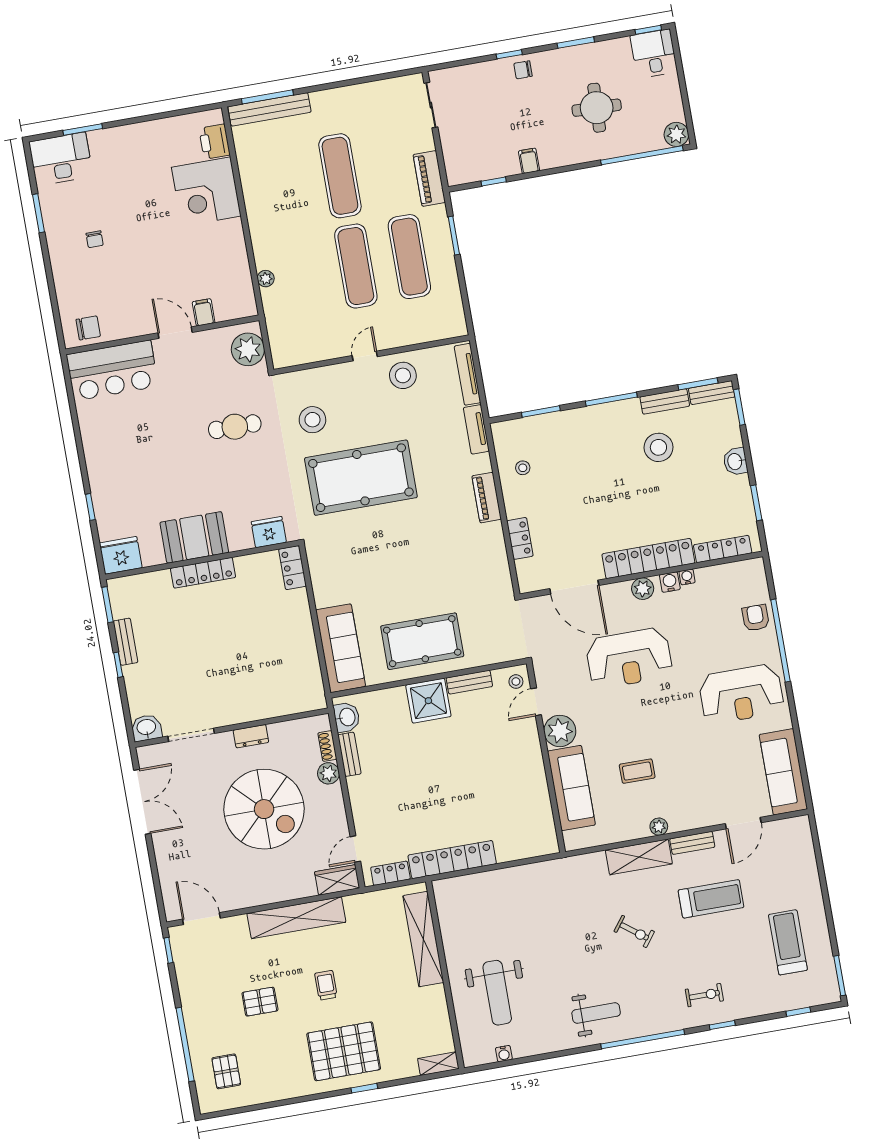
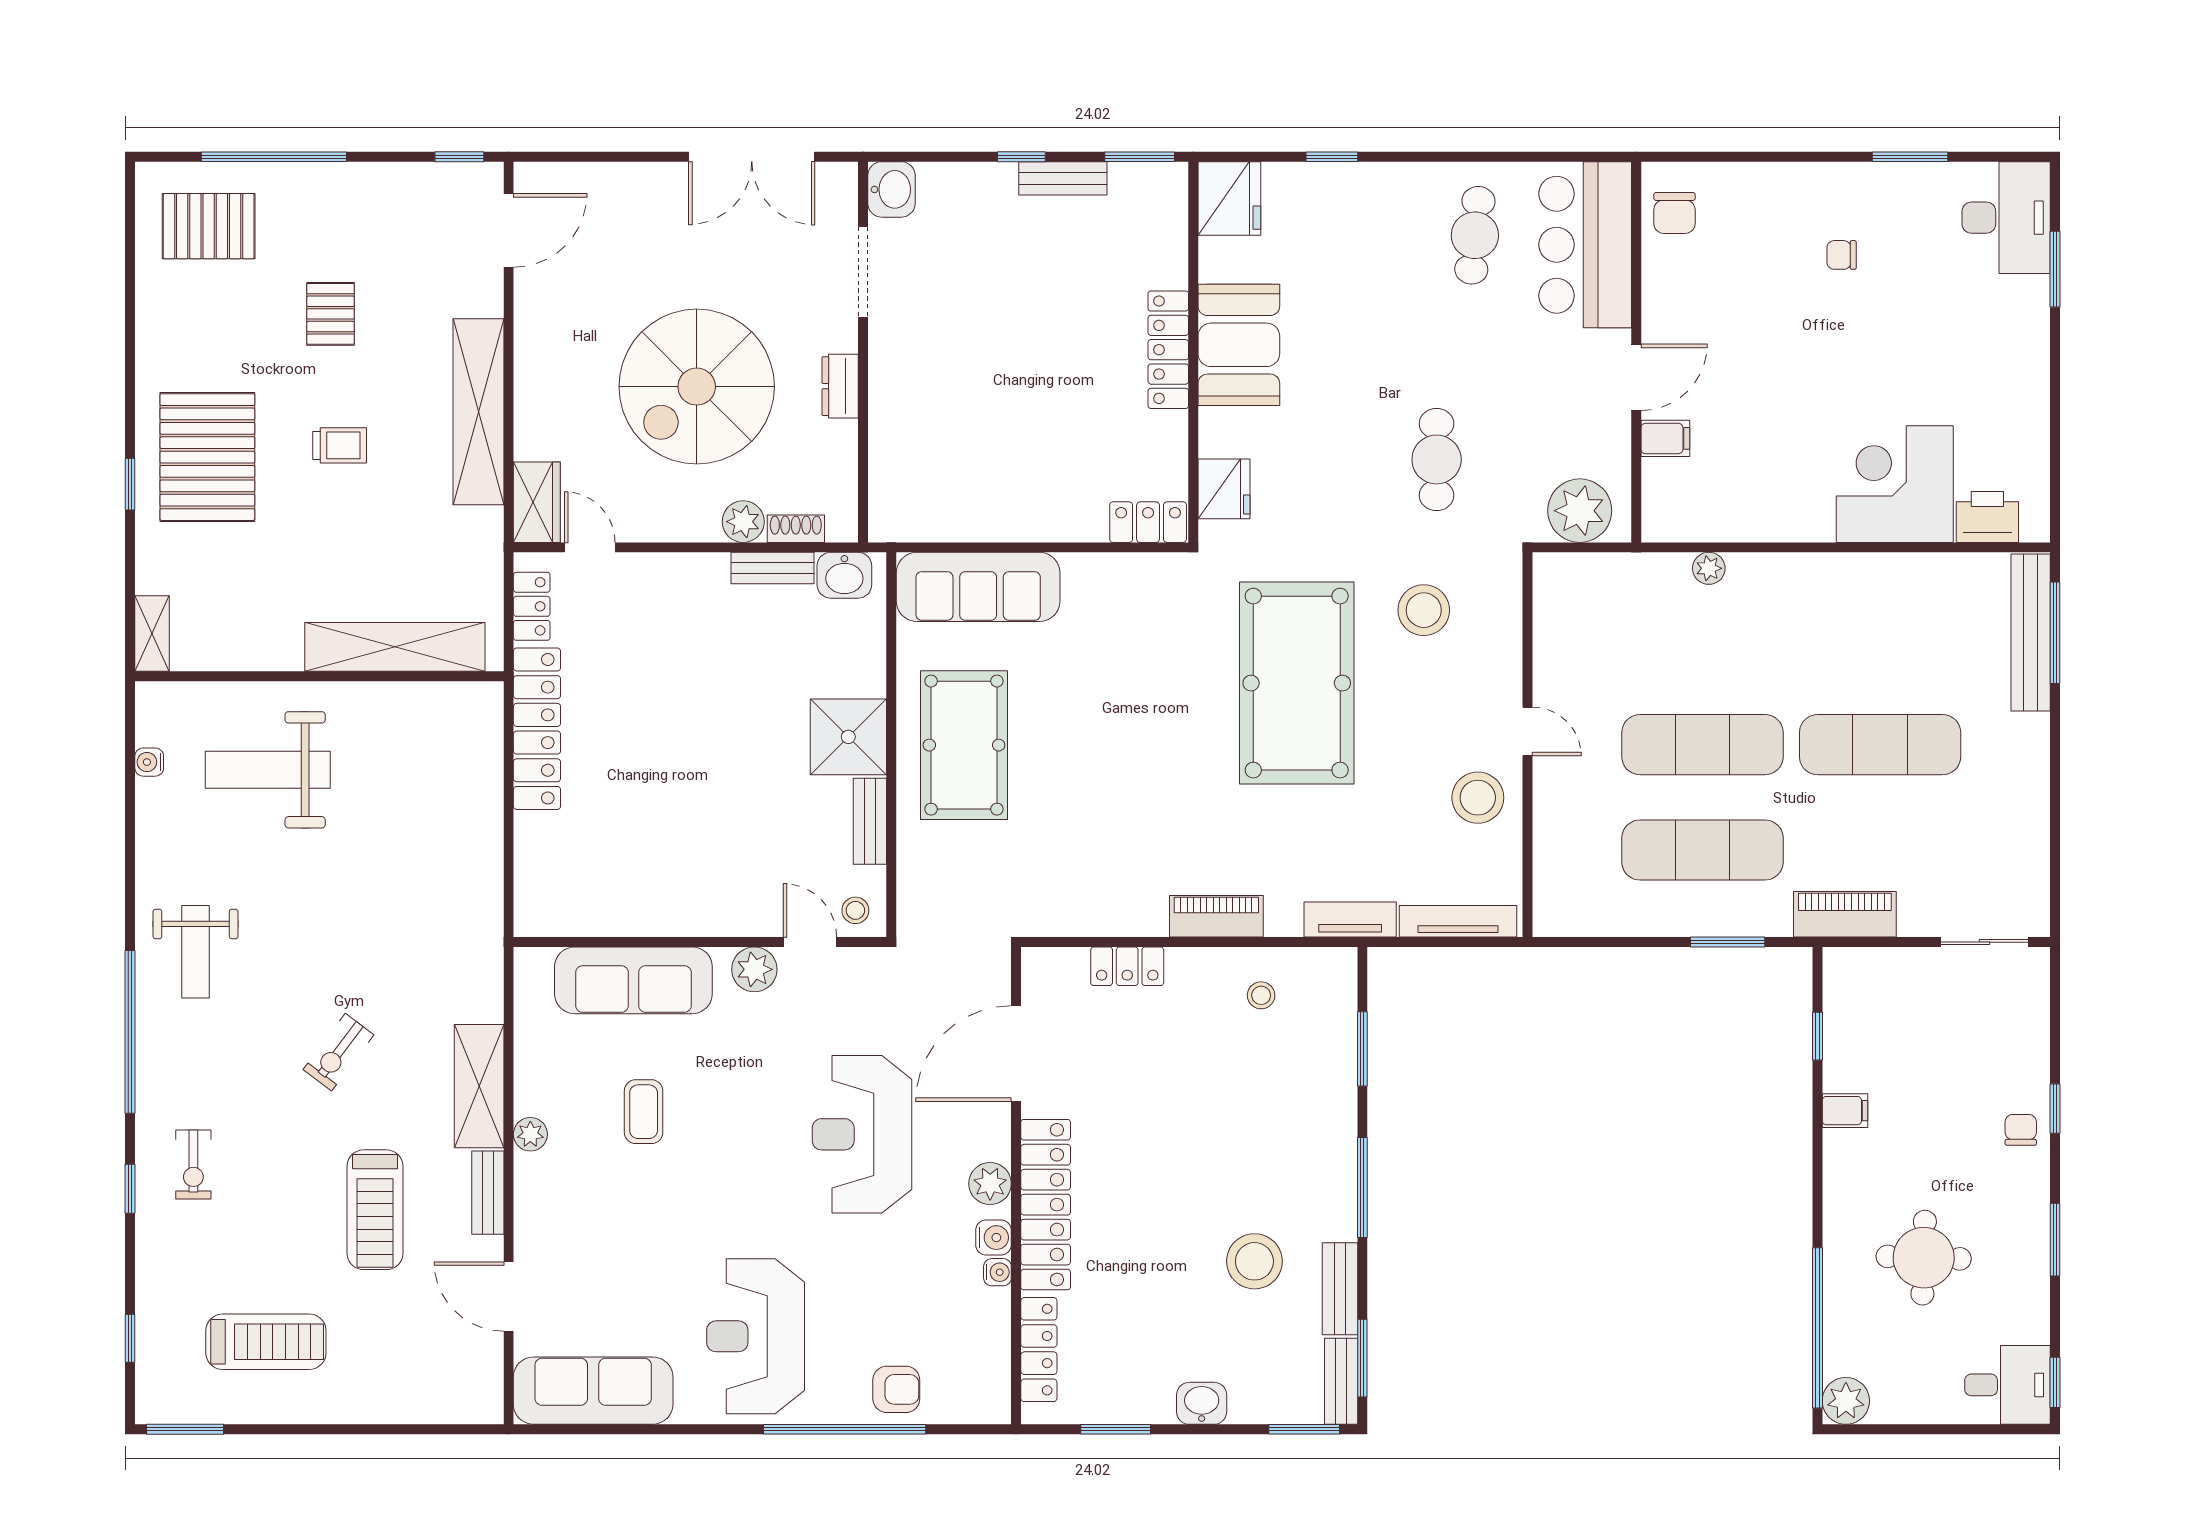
cafe table: (117, 427) -> (1475, 235), added
plant: (560, 731) -> (754, 969), width x0.73, depth x0.73
pallet: (226, 1071) -> (209, 226), width x1.50, depth x1.42

